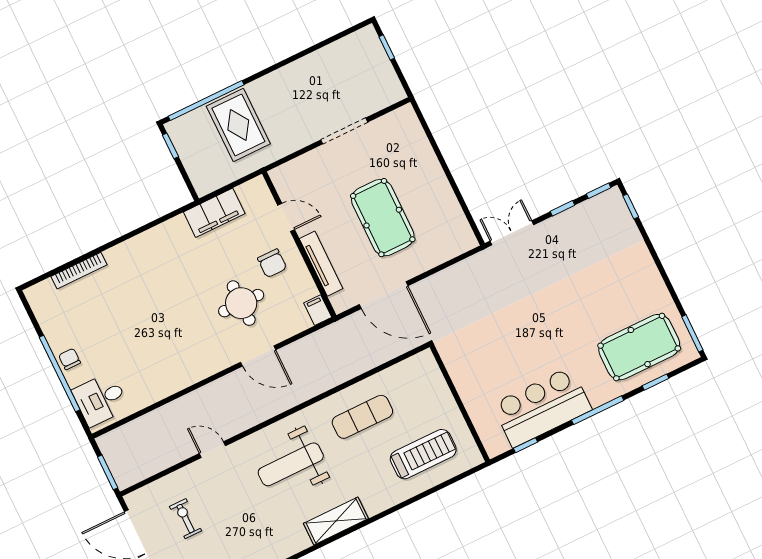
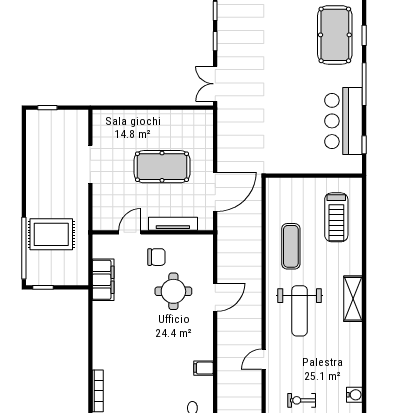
filing cabinet: (318, 310) -> (204, 368), moved
treadmill: (423, 454) -> (336, 217), turned 180

